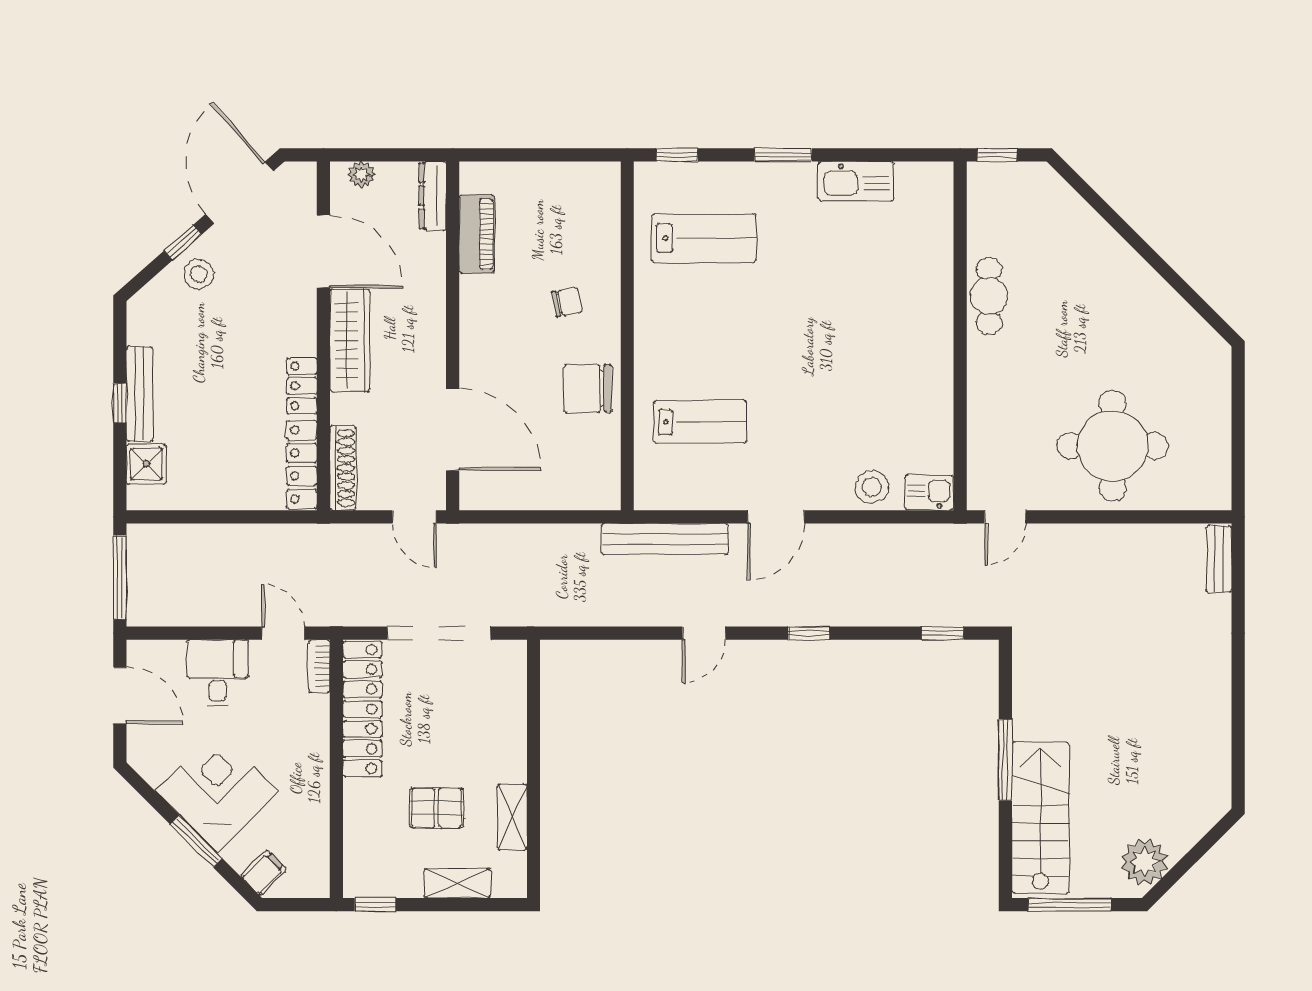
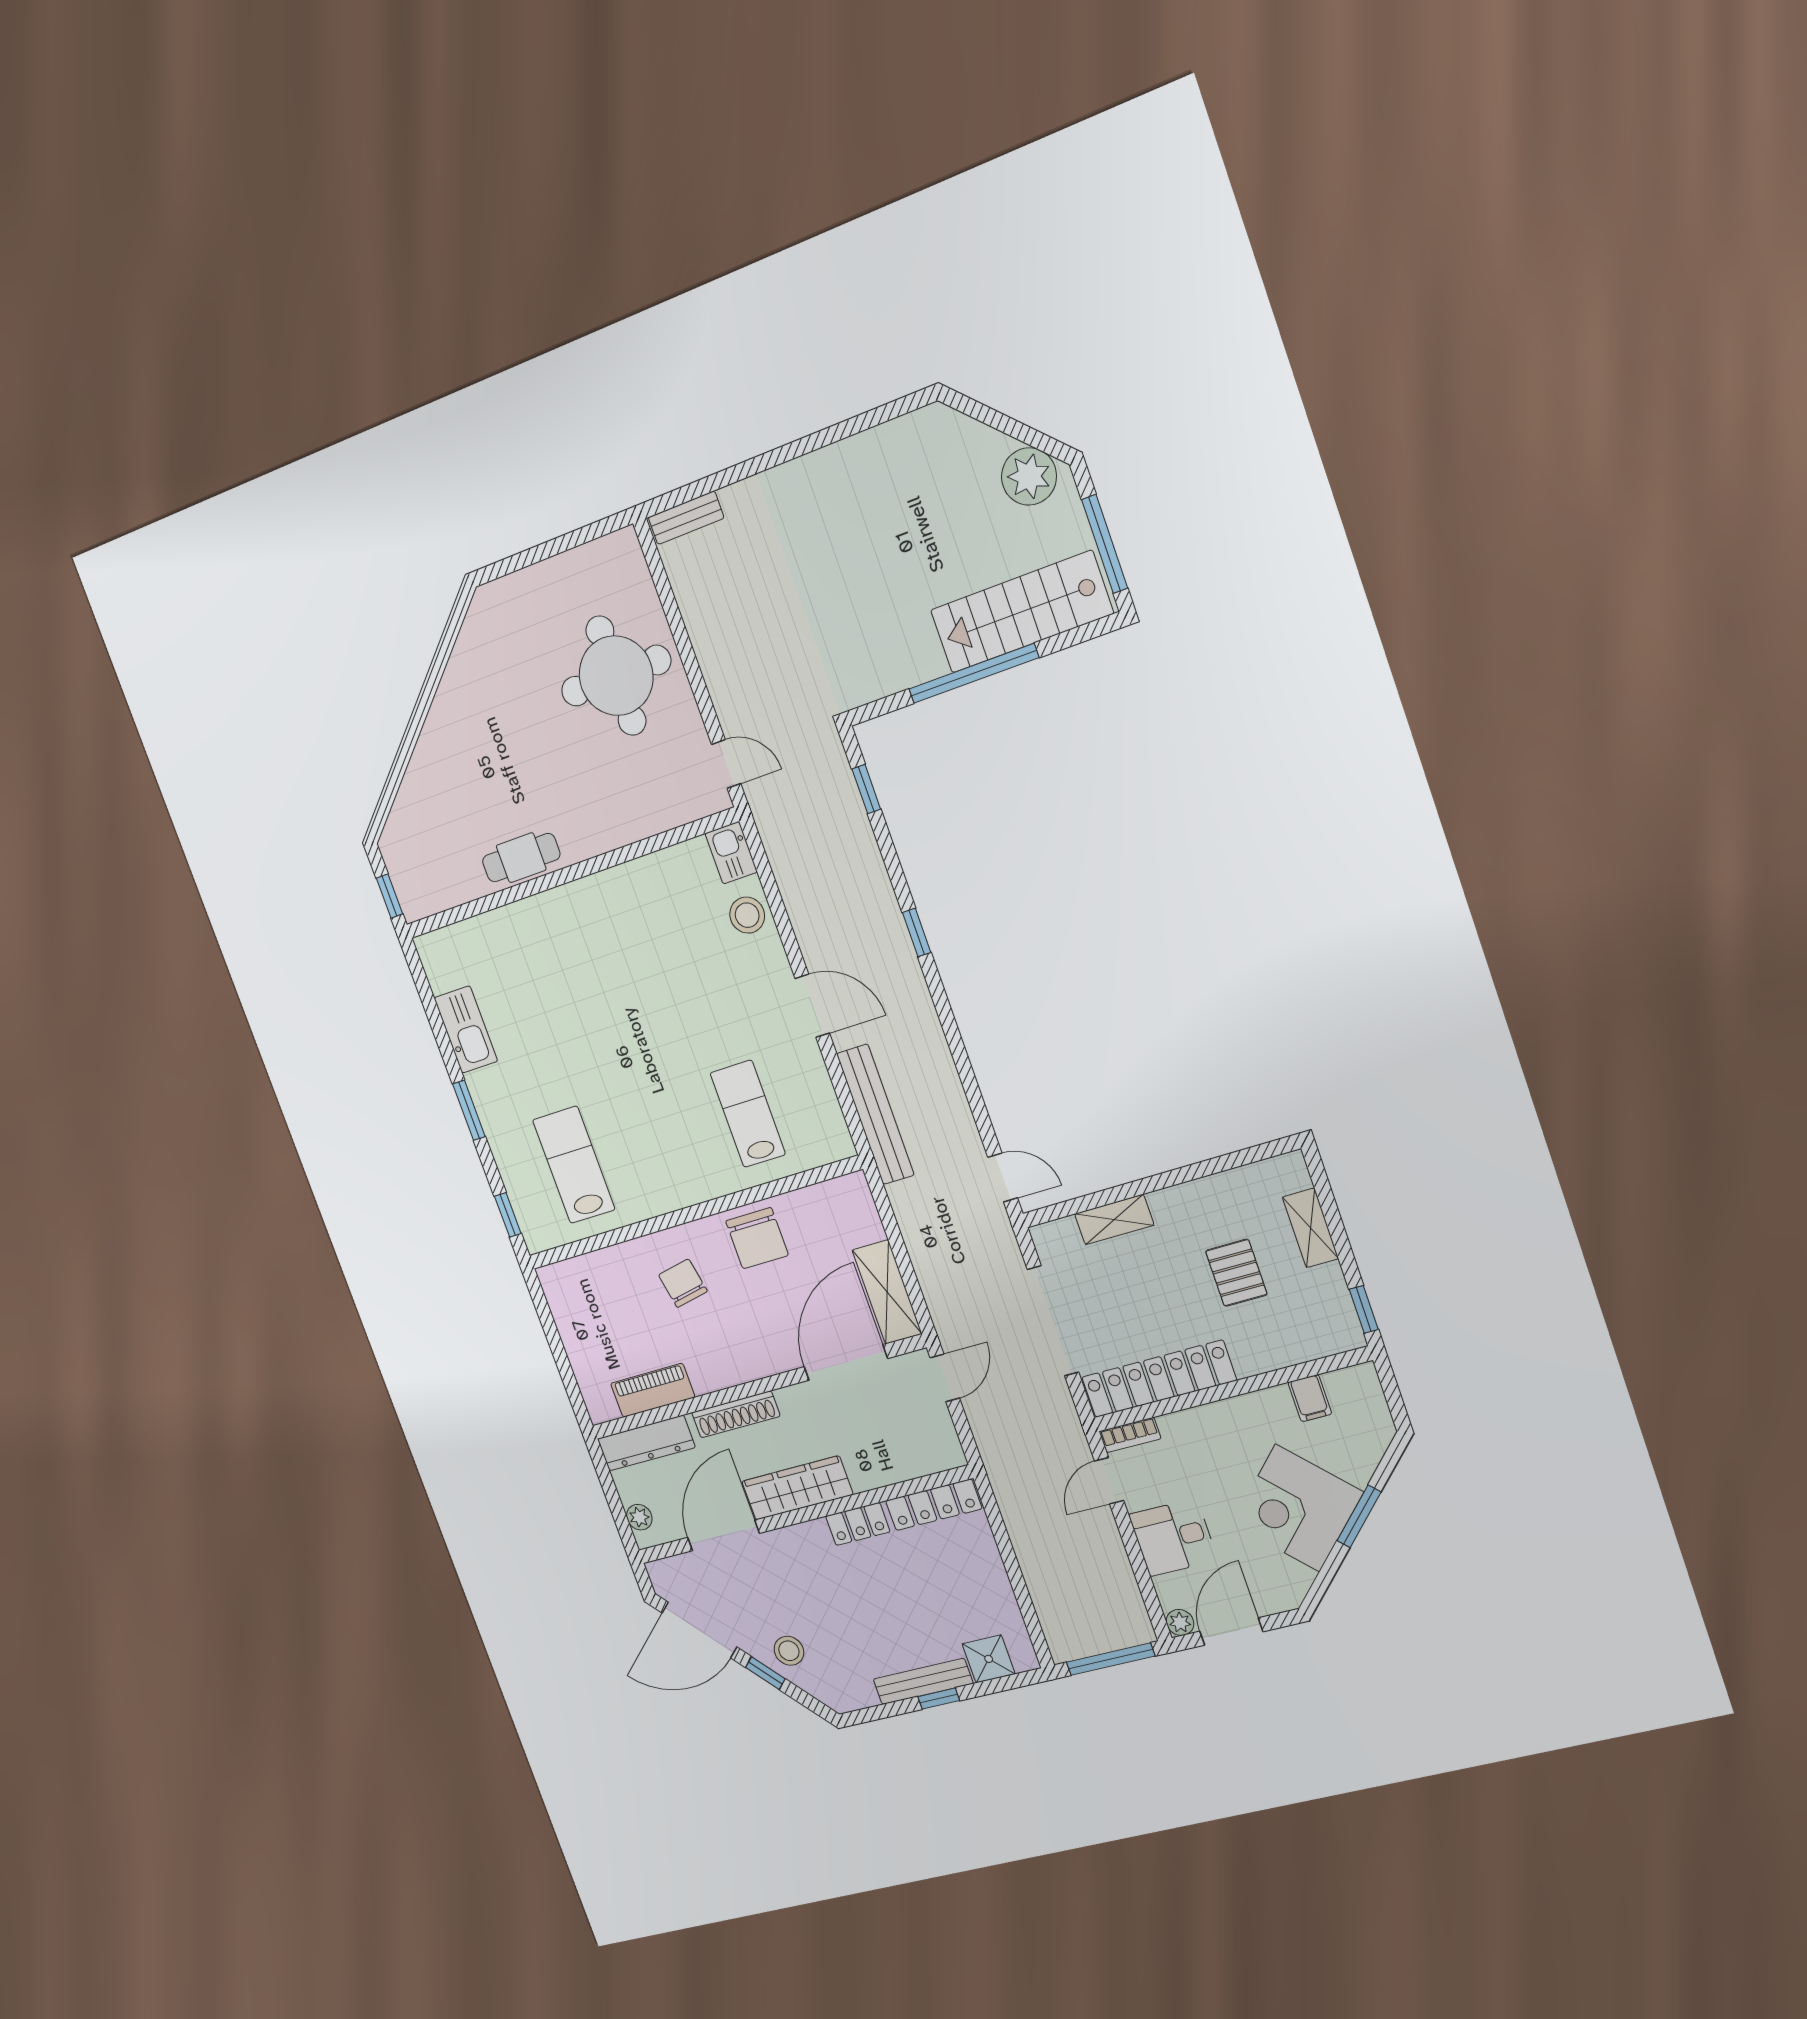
dresser: (433, 196) -> (646, 1443), width x1.37, depth x1.24
chair: (567, 302) -> (683, 1283), width x1.37, depth x1.37
shoe rack: (343, 468) -> (736, 1414), moved, turned 180
shelving: (506, 492) -> (887, 1292), added
door: (704, 633) -> (1003, 1178), moved
plant: (139, 652) -> (1180, 1622), added
window: (1005, 760) -> (974, 673), width x1.46
shelving: (512, 817) -> (1114, 1219), moved
filing cabinet: (264, 873) -> (1310, 1398), moved, turned -135

